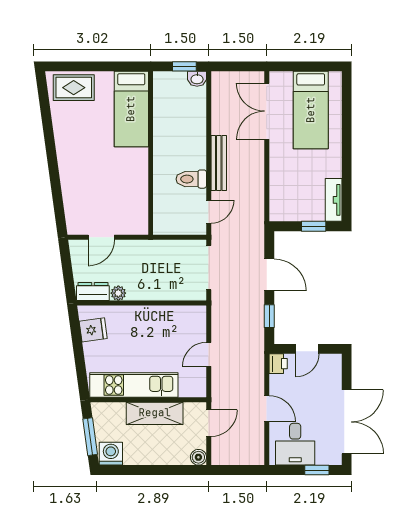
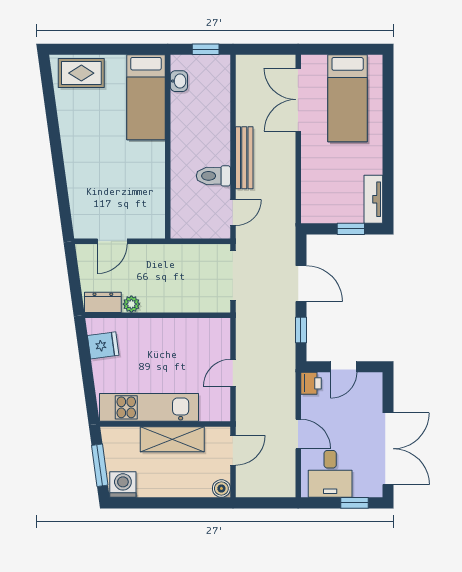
washbasin: (197, 79) -> (179, 81), moved, turned -90

